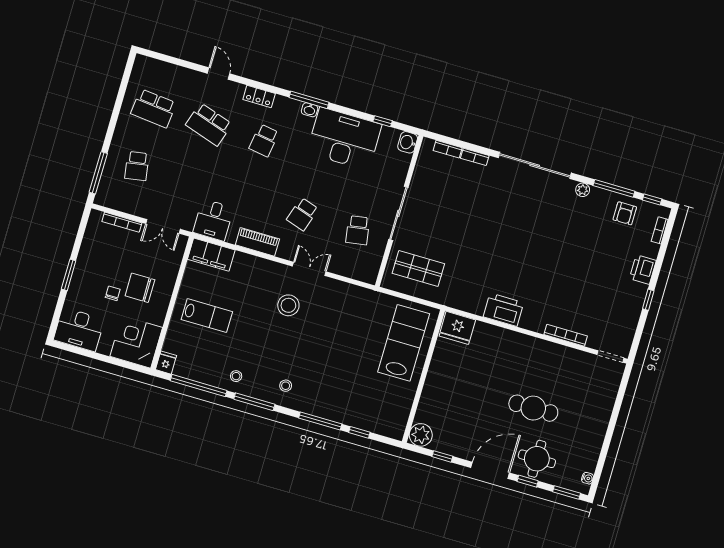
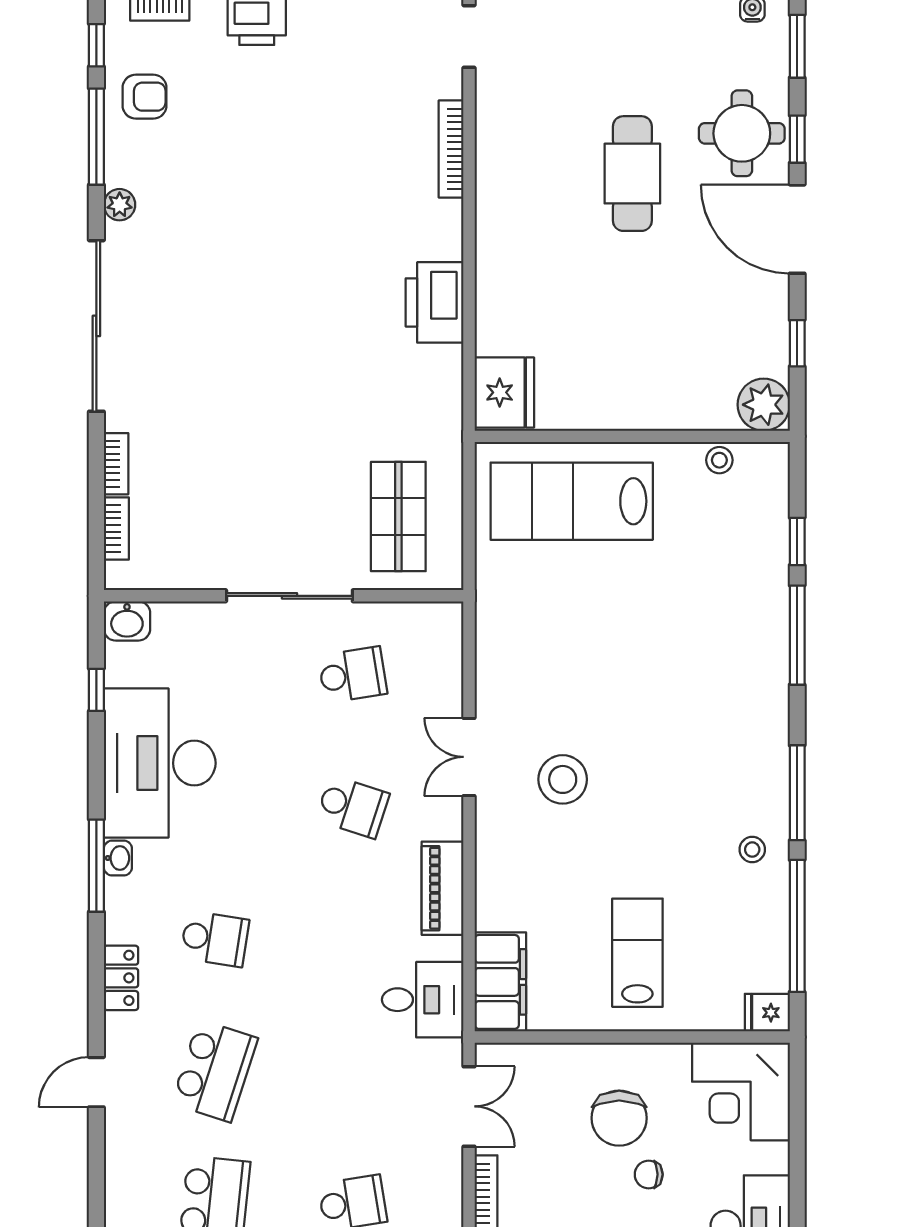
stool: (286, 386) -> (719, 460), moved

